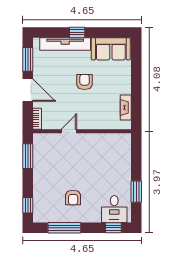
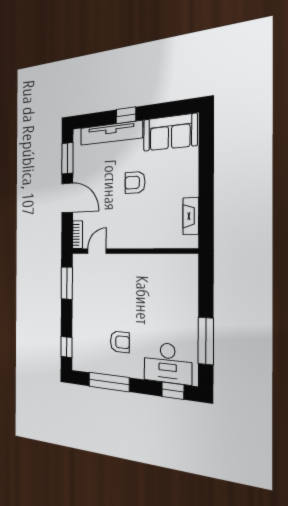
armchair: (85, 82) -> (135, 182), turned -90
door: (69, 131) -> (97, 251), moved
window: (136, 192) -> (206, 341), width x1.44
armchair: (73, 198) -> (120, 342), turned -90
desk: (114, 209) -> (168, 363), width x1.37

